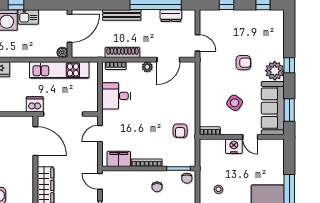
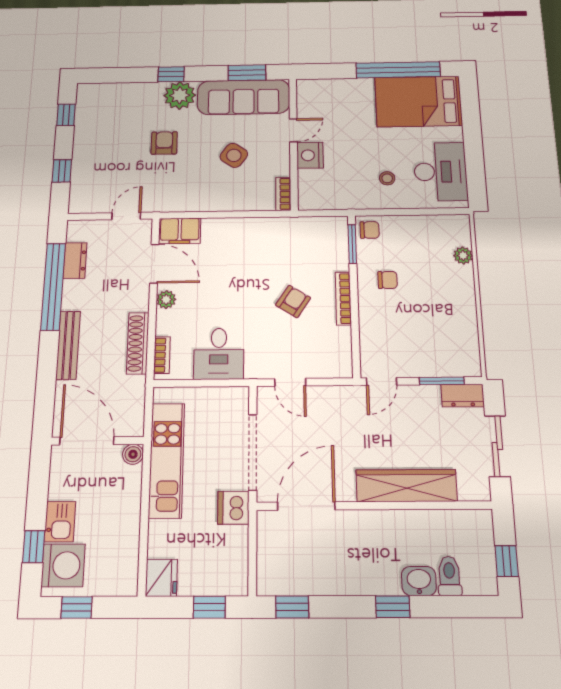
armchair: (180, 131) -> (293, 301), moved, turned -57
filing cabinet: (119, 159) -> (180, 231), moved, turned -90

